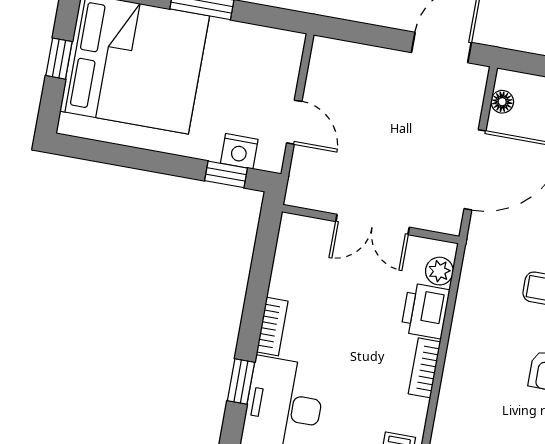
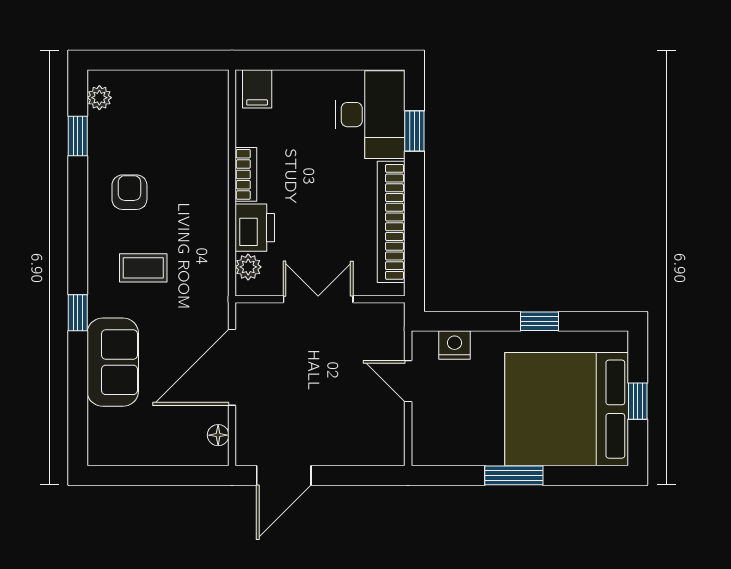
window: (226, 174) -> (540, 321), moved
bookcase: (272, 327) -> (391, 222), width x2.31, depth x1.31

